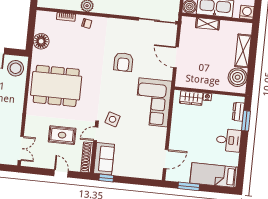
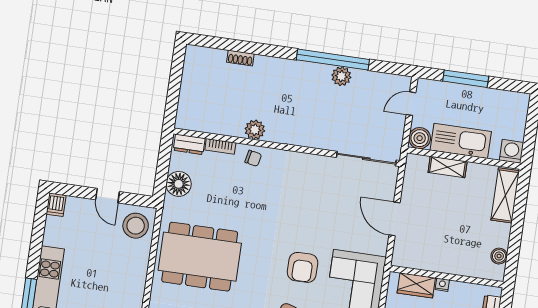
dresser: (47, 16) -> (189, 144), added
shelving: (243, 51) -> (505, 195), moved
armchair: (123, 62) -> (303, 267), moved
boiler: (238, 77) -> (499, 256), width x0.54, depth x0.54

